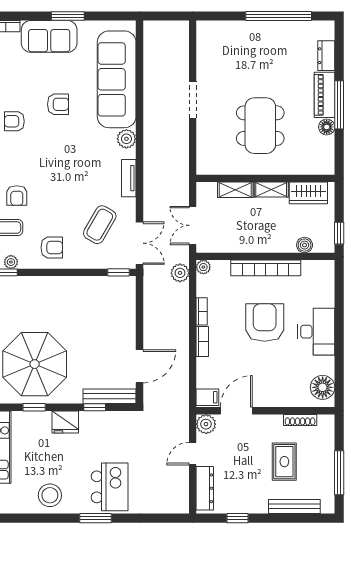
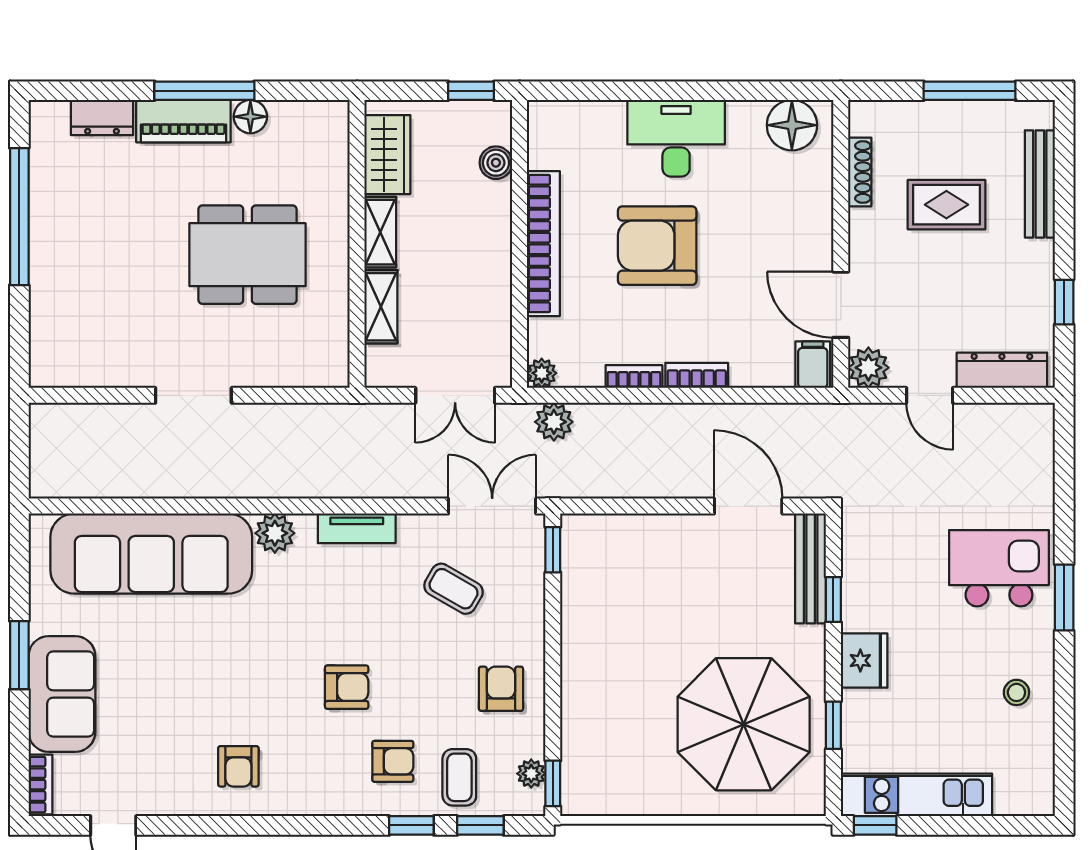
armchair: (58, 104) -> (347, 687), moved, turned 90
coffee table: (100, 225) -> (454, 589), width x0.73, depth x0.77
stool: (50, 495) -> (1016, 692), width x0.53, depth x0.53

